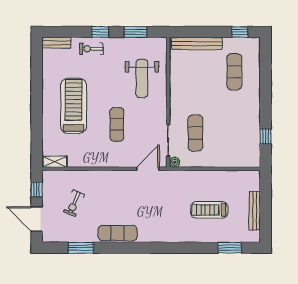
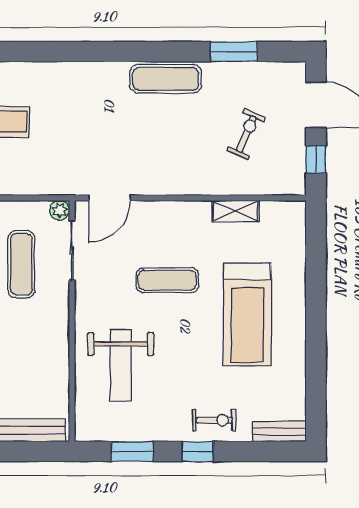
weight bench: (142, 78) -> (121, 365), turned 180
exercise mat: (117, 124) -> (167, 280), turned 90
shelving: (55, 162) -> (236, 211), moved

